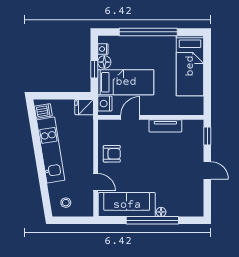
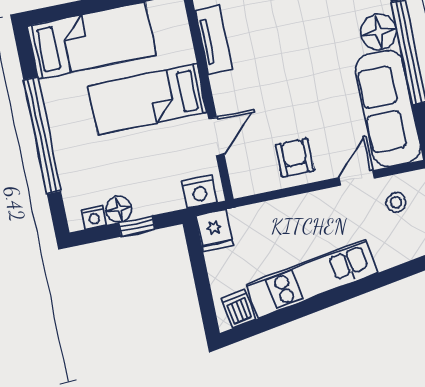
bed: (126, 82) -> (147, 99), moved, turned -90
door: (130, 117) -> (216, 136), swing flipped
tv unit: (165, 126) -> (214, 40), moved
stool: (66, 203) -> (396, 202), moved
floor lamp: (161, 212) -> (379, 32), width x1.89, depth x1.89

